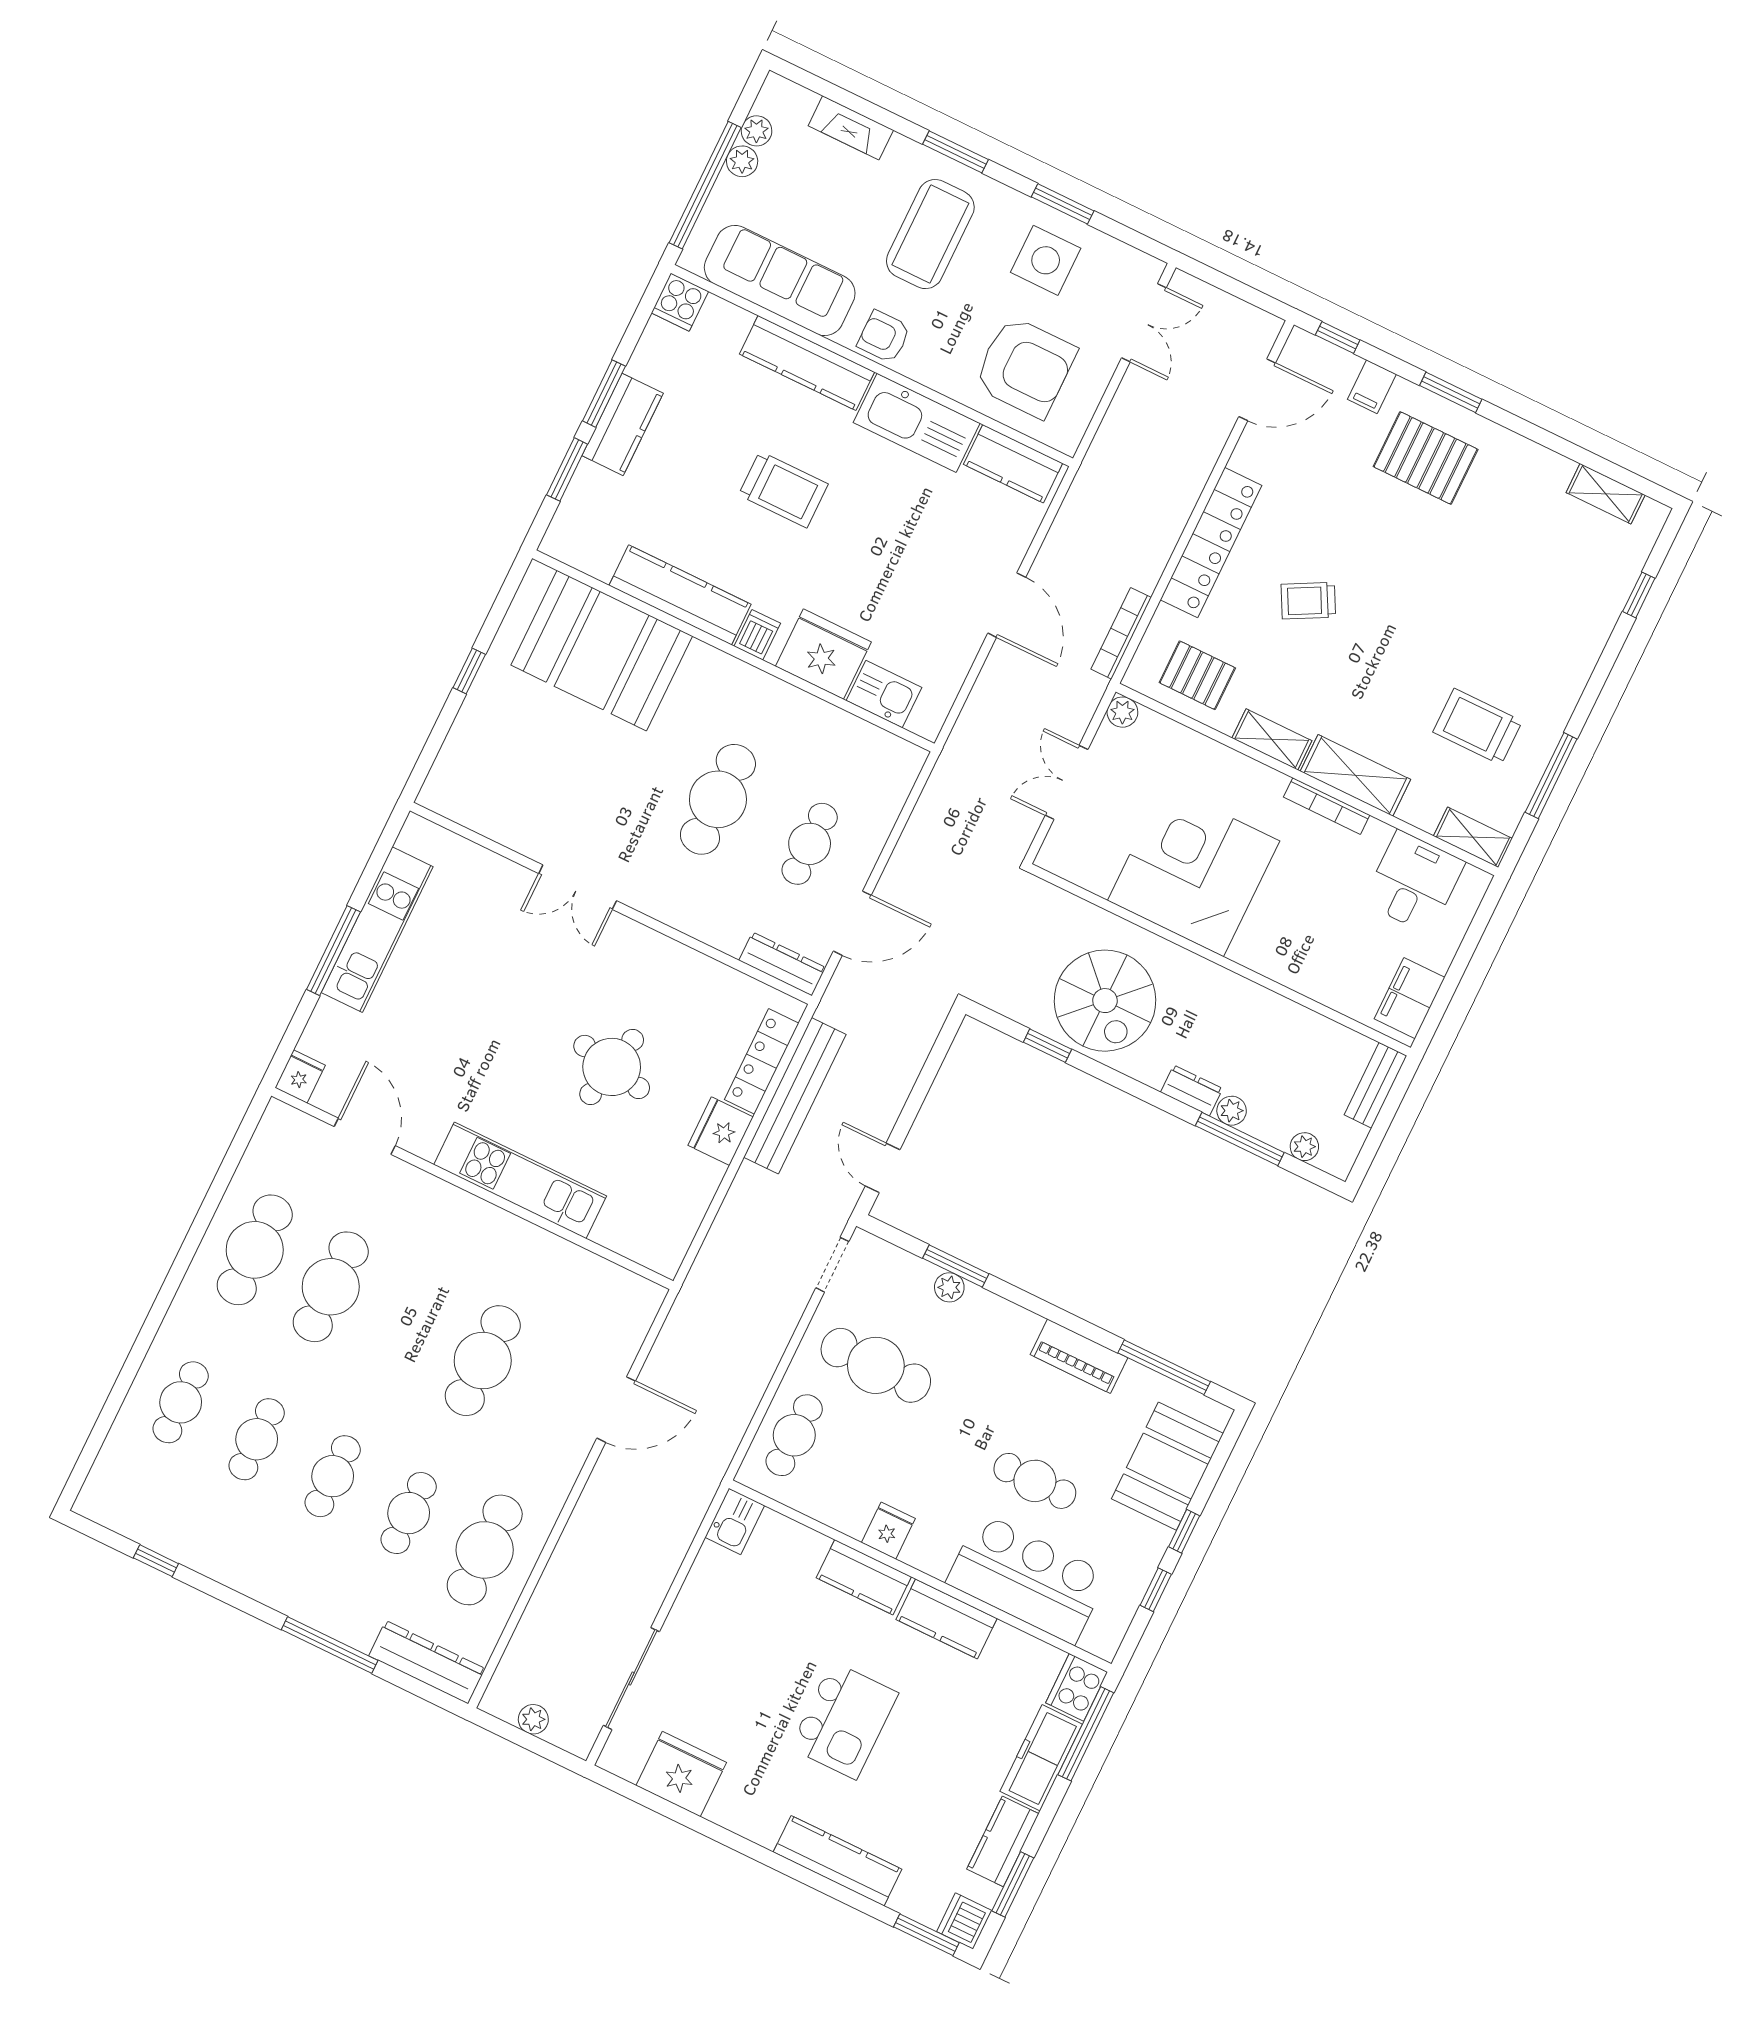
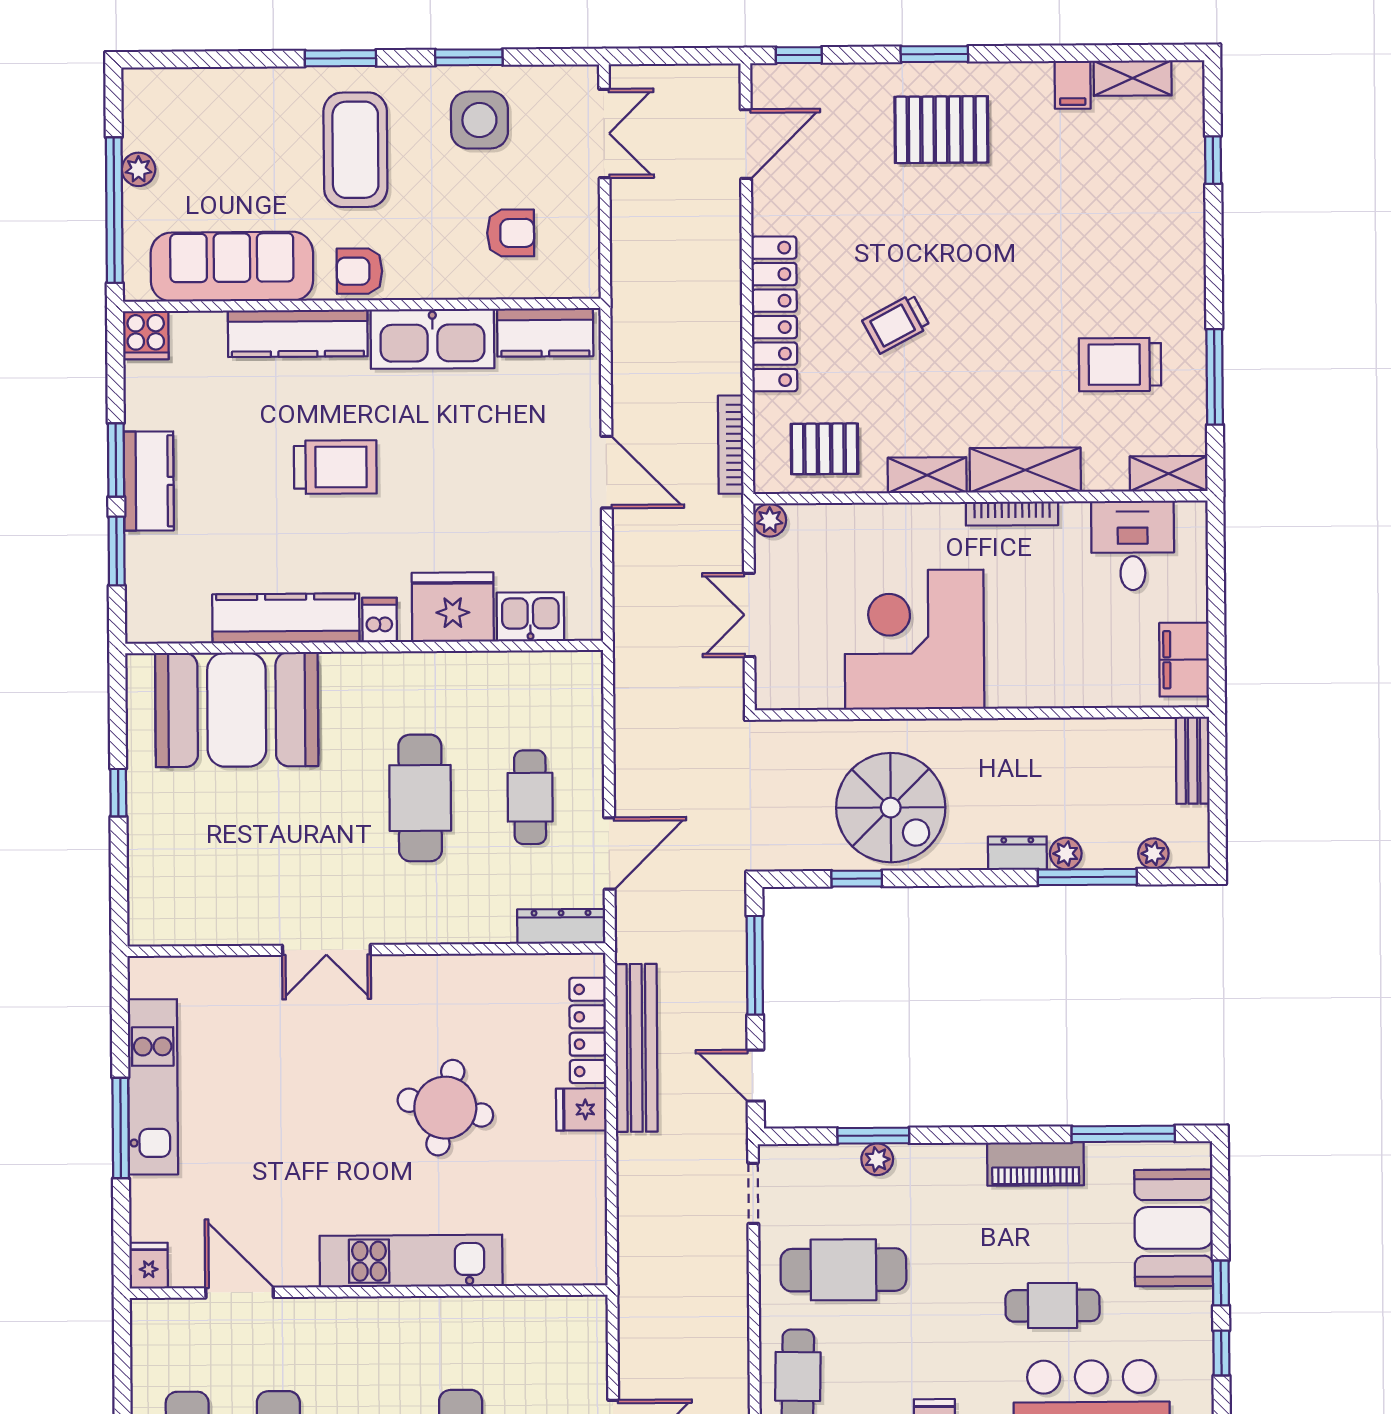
fireplace: (851, 128) -> (228, 85), removed
plant: (756, 131) -> (138, 133), removed
armchair: (1025, 367) -> (511, 233), width x0.53, depth x0.53
filing cabinet: (1372, 387) -> (1073, 85), moved
window: (927, 1076) -> (755, 965), added
fridge: (721, 1131) -> (581, 1109), width x0.72

